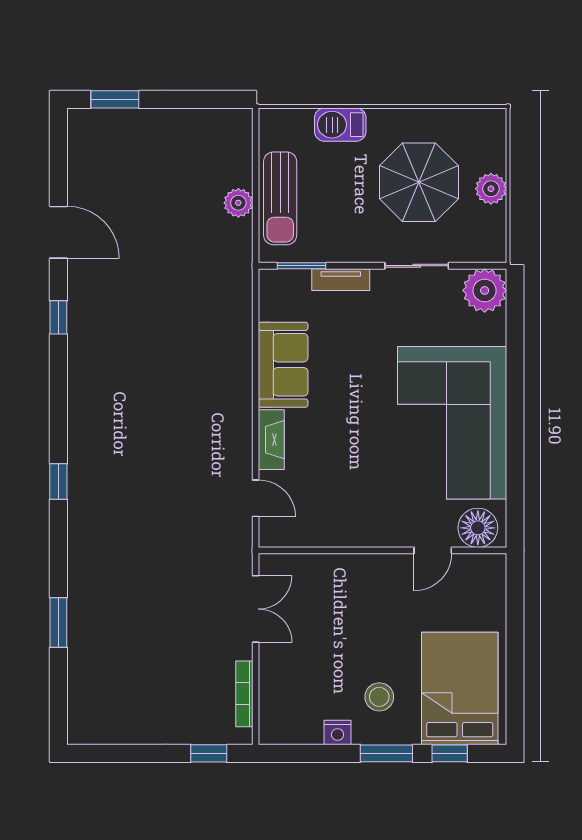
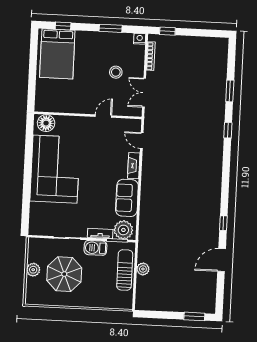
barbecue: (340, 125) -> (95, 248), moved, turned 180
door: (58, 232) -> (222, 260), hinge flipped
plant: (485, 290) -> (123, 230), moved
window: (58, 482) -> (228, 130), moved
door: (433, 550) -> (103, 116), moved
stool: (379, 697) -> (116, 72), moved
nightstand: (338, 732) -> (140, 39), moved
window: (386, 753) -> (111, 28), moved

